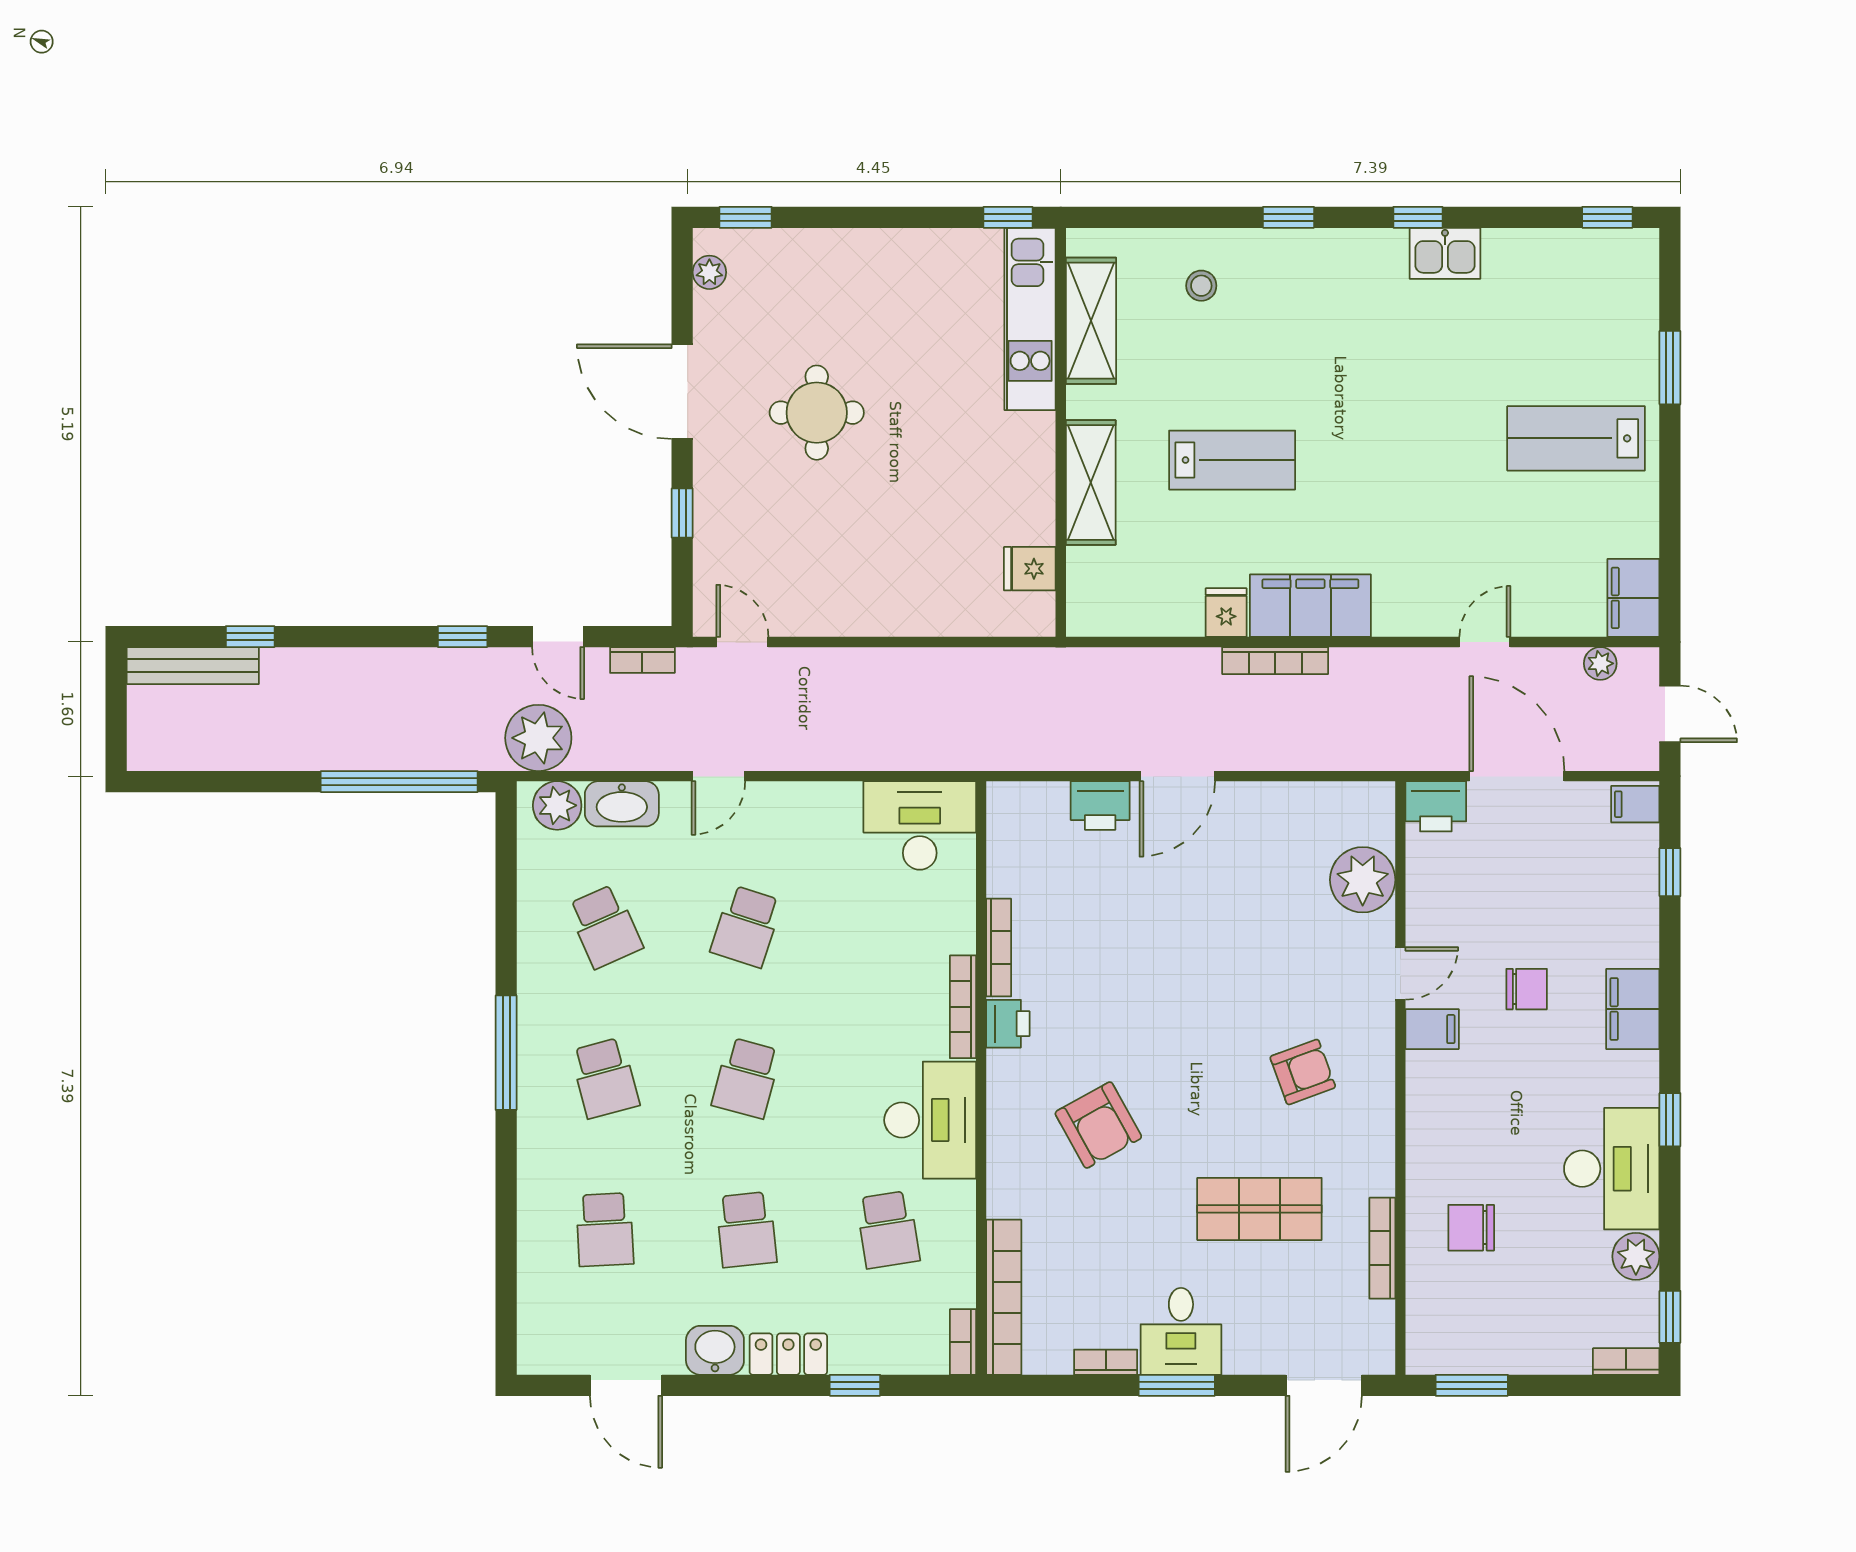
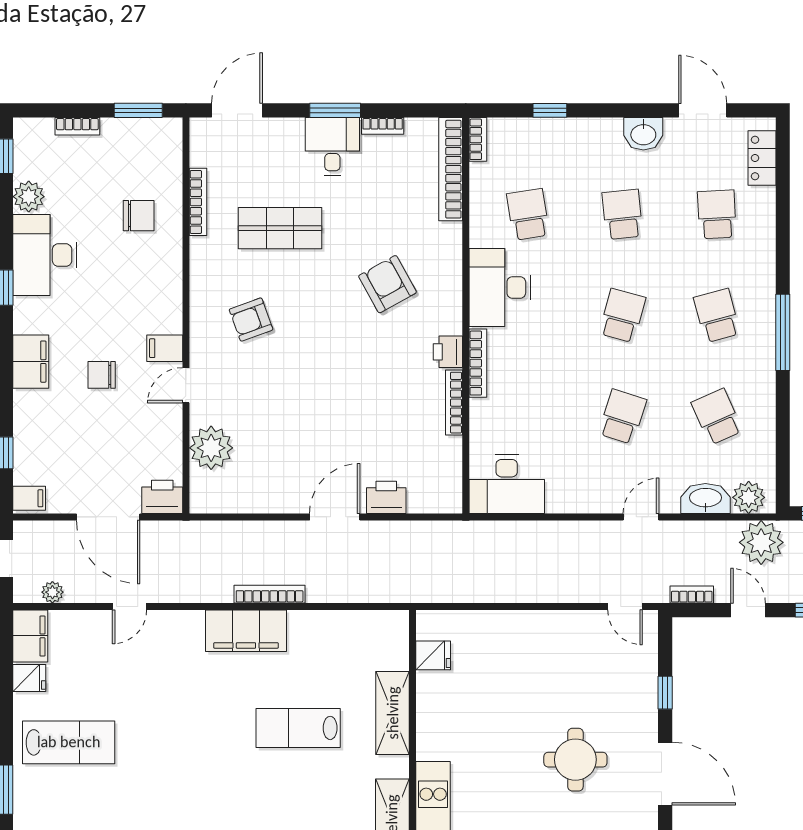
fridge: (1226, 613) -> (29, 678), moved, turned -90
locker: (788, 1354) -> (762, 158), moved, turned 90
bookcase: (1626, 1362) -> (77, 126), moved

